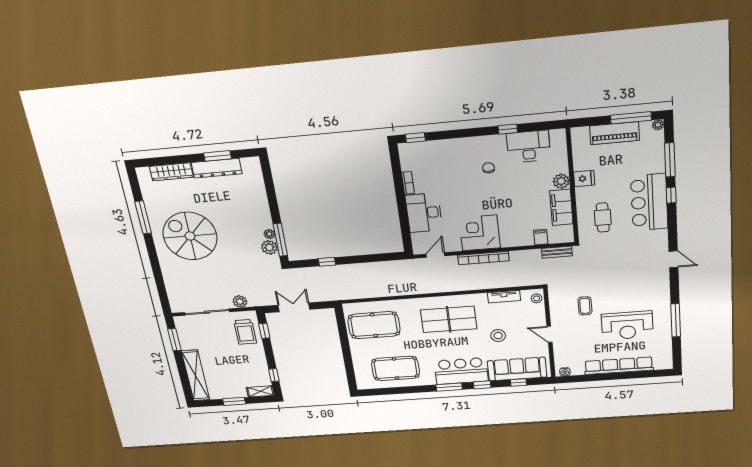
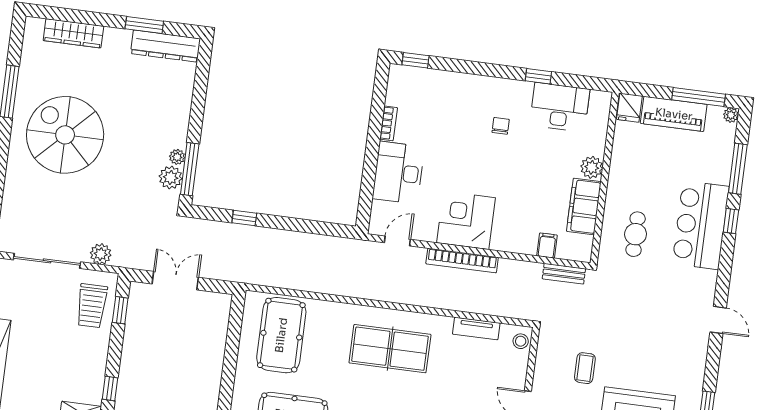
dresser: (217, 168) -> (165, 46), moved
fridge: (584, 179) -> (629, 108), moved, turned 90
pool table: (374, 325) -> (281, 335), turned 90
stool: (498, 336) -> (453, 391), removed

